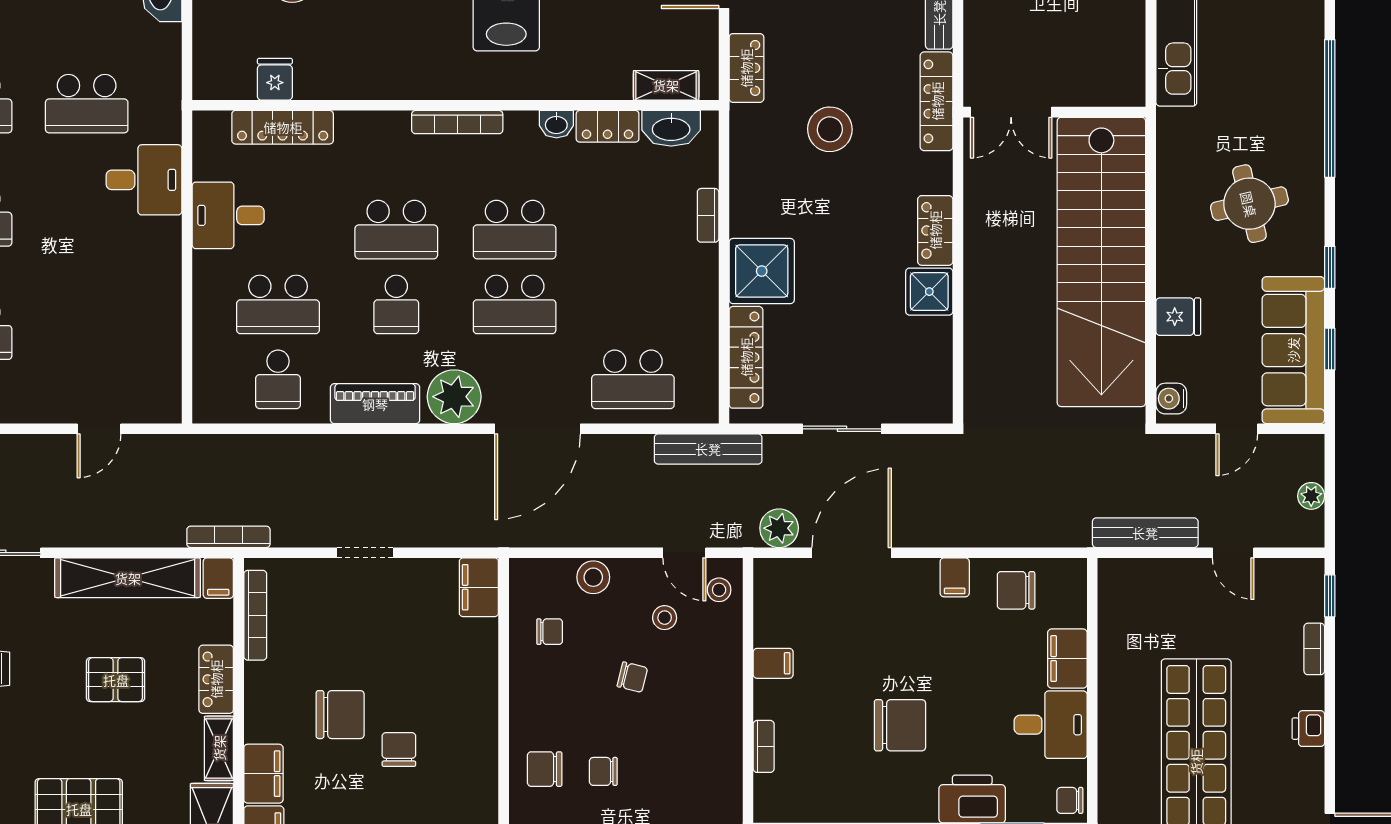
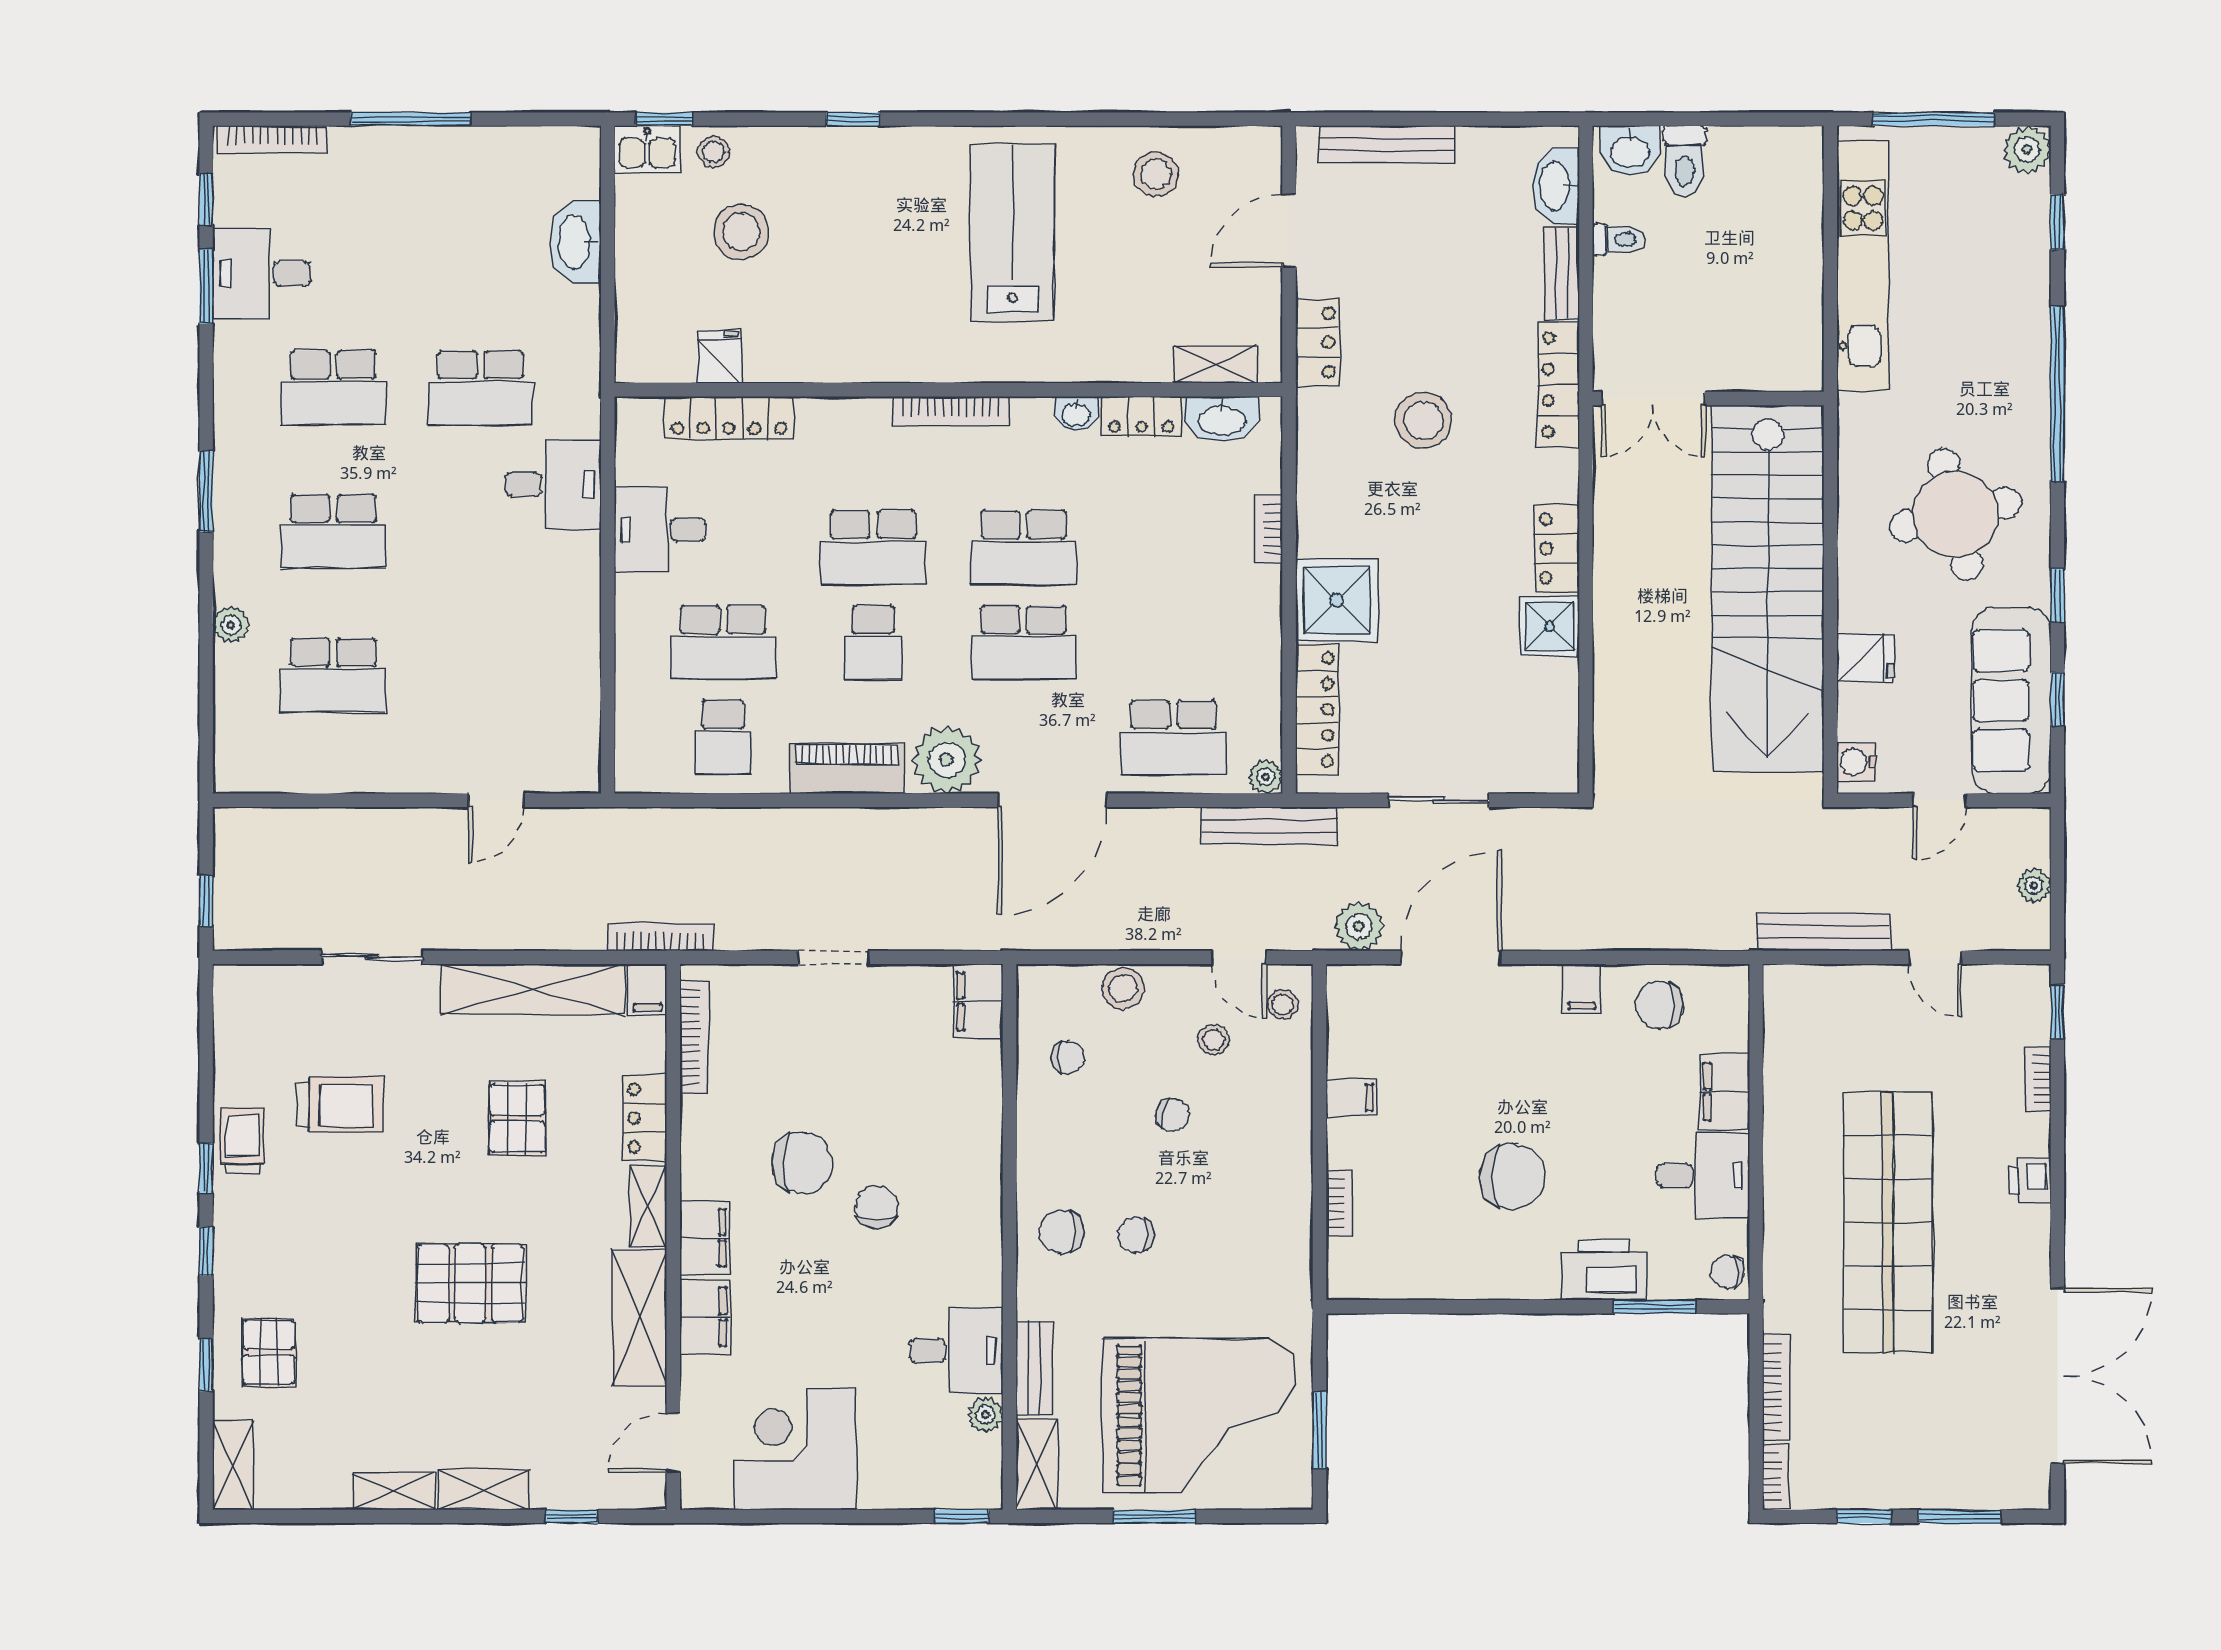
round table: (1249, 204) -> (1956, 515), width x1.36, depth x1.36
plant: (706, 410) -> (1266, 777), added
pallet: (116, 680) -> (517, 1118), turned 90

